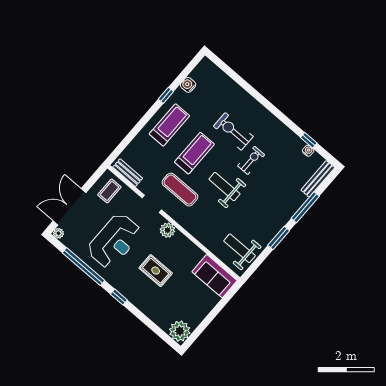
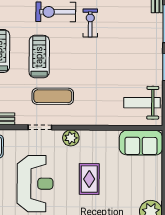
weight bench: (224, 187) -> (87, 63), removed
rug: (156, 271) -> (89, 179), turned 90

